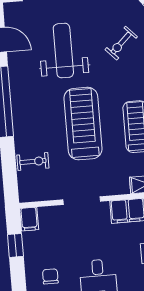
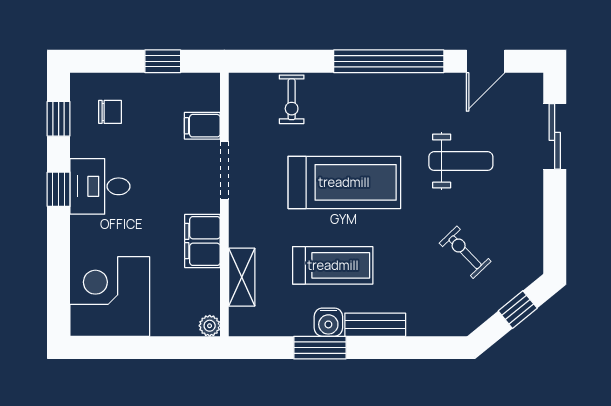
weight bench: (63, 51) -> (461, 161), width x0.73, depth x0.75
filing cabinet: (29, 219) -> (202, 126), moved

